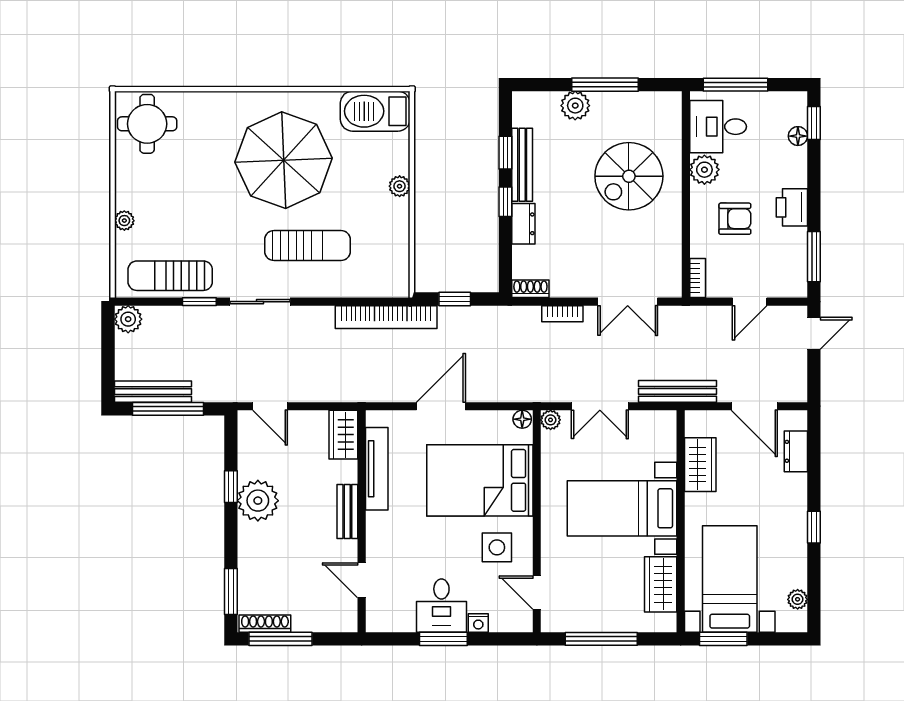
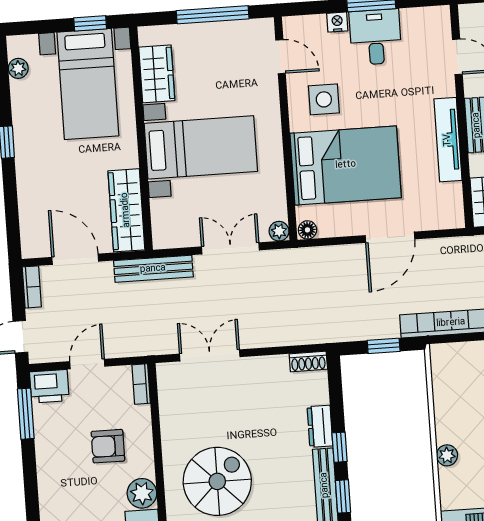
printer: (792, 207) -> (49, 386), moved, turned 90
bookcase: (562, 314) -> (32, 287), moved, turned 90
dresser: (796, 451) -> (30, 217), removed
wardrobe: (700, 465) -> (126, 210), width x1.50
tv unit: (377, 469) -> (448, 140), moved
window: (723, 639) -> (90, 23), width x0.67

